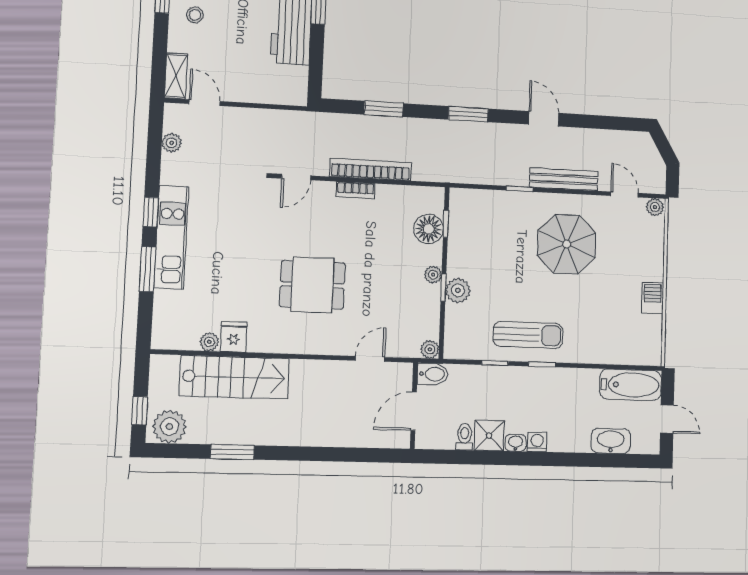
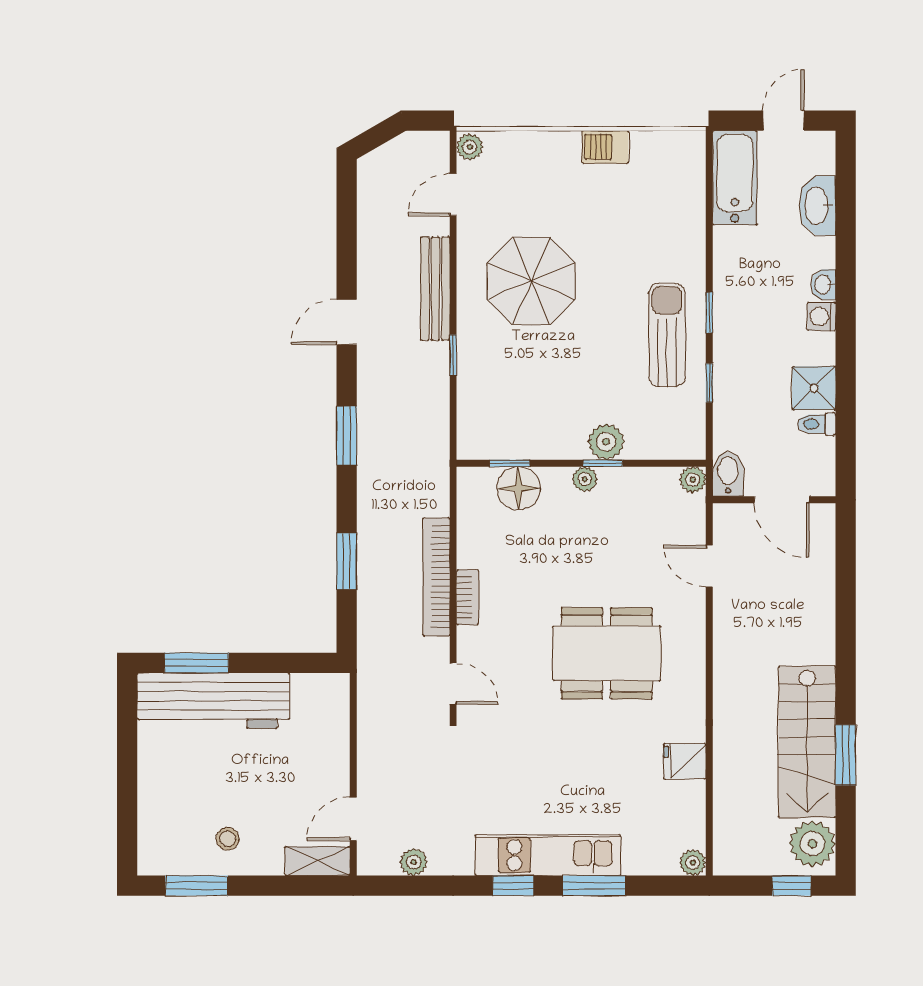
dining table: (312, 285) -> (607, 653), width x1.38
plant: (209, 342) -> (693, 863), moved
stairs: (235, 377) -> (807, 742), moved, turned 180
washbasin: (516, 443) -> (823, 285), moved

